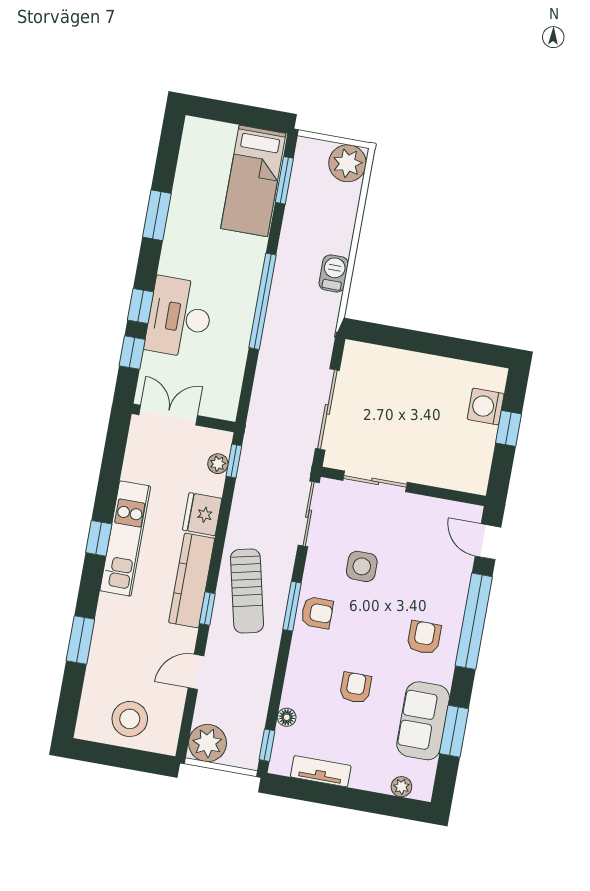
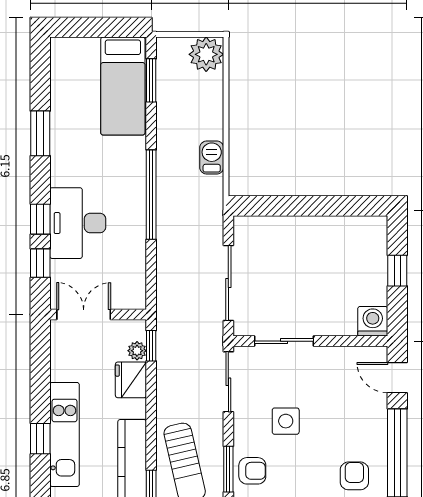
washing machine: (486, 406) -> (373, 321), moved, turned 90
fridge: (202, 514) -> (131, 380), moved

